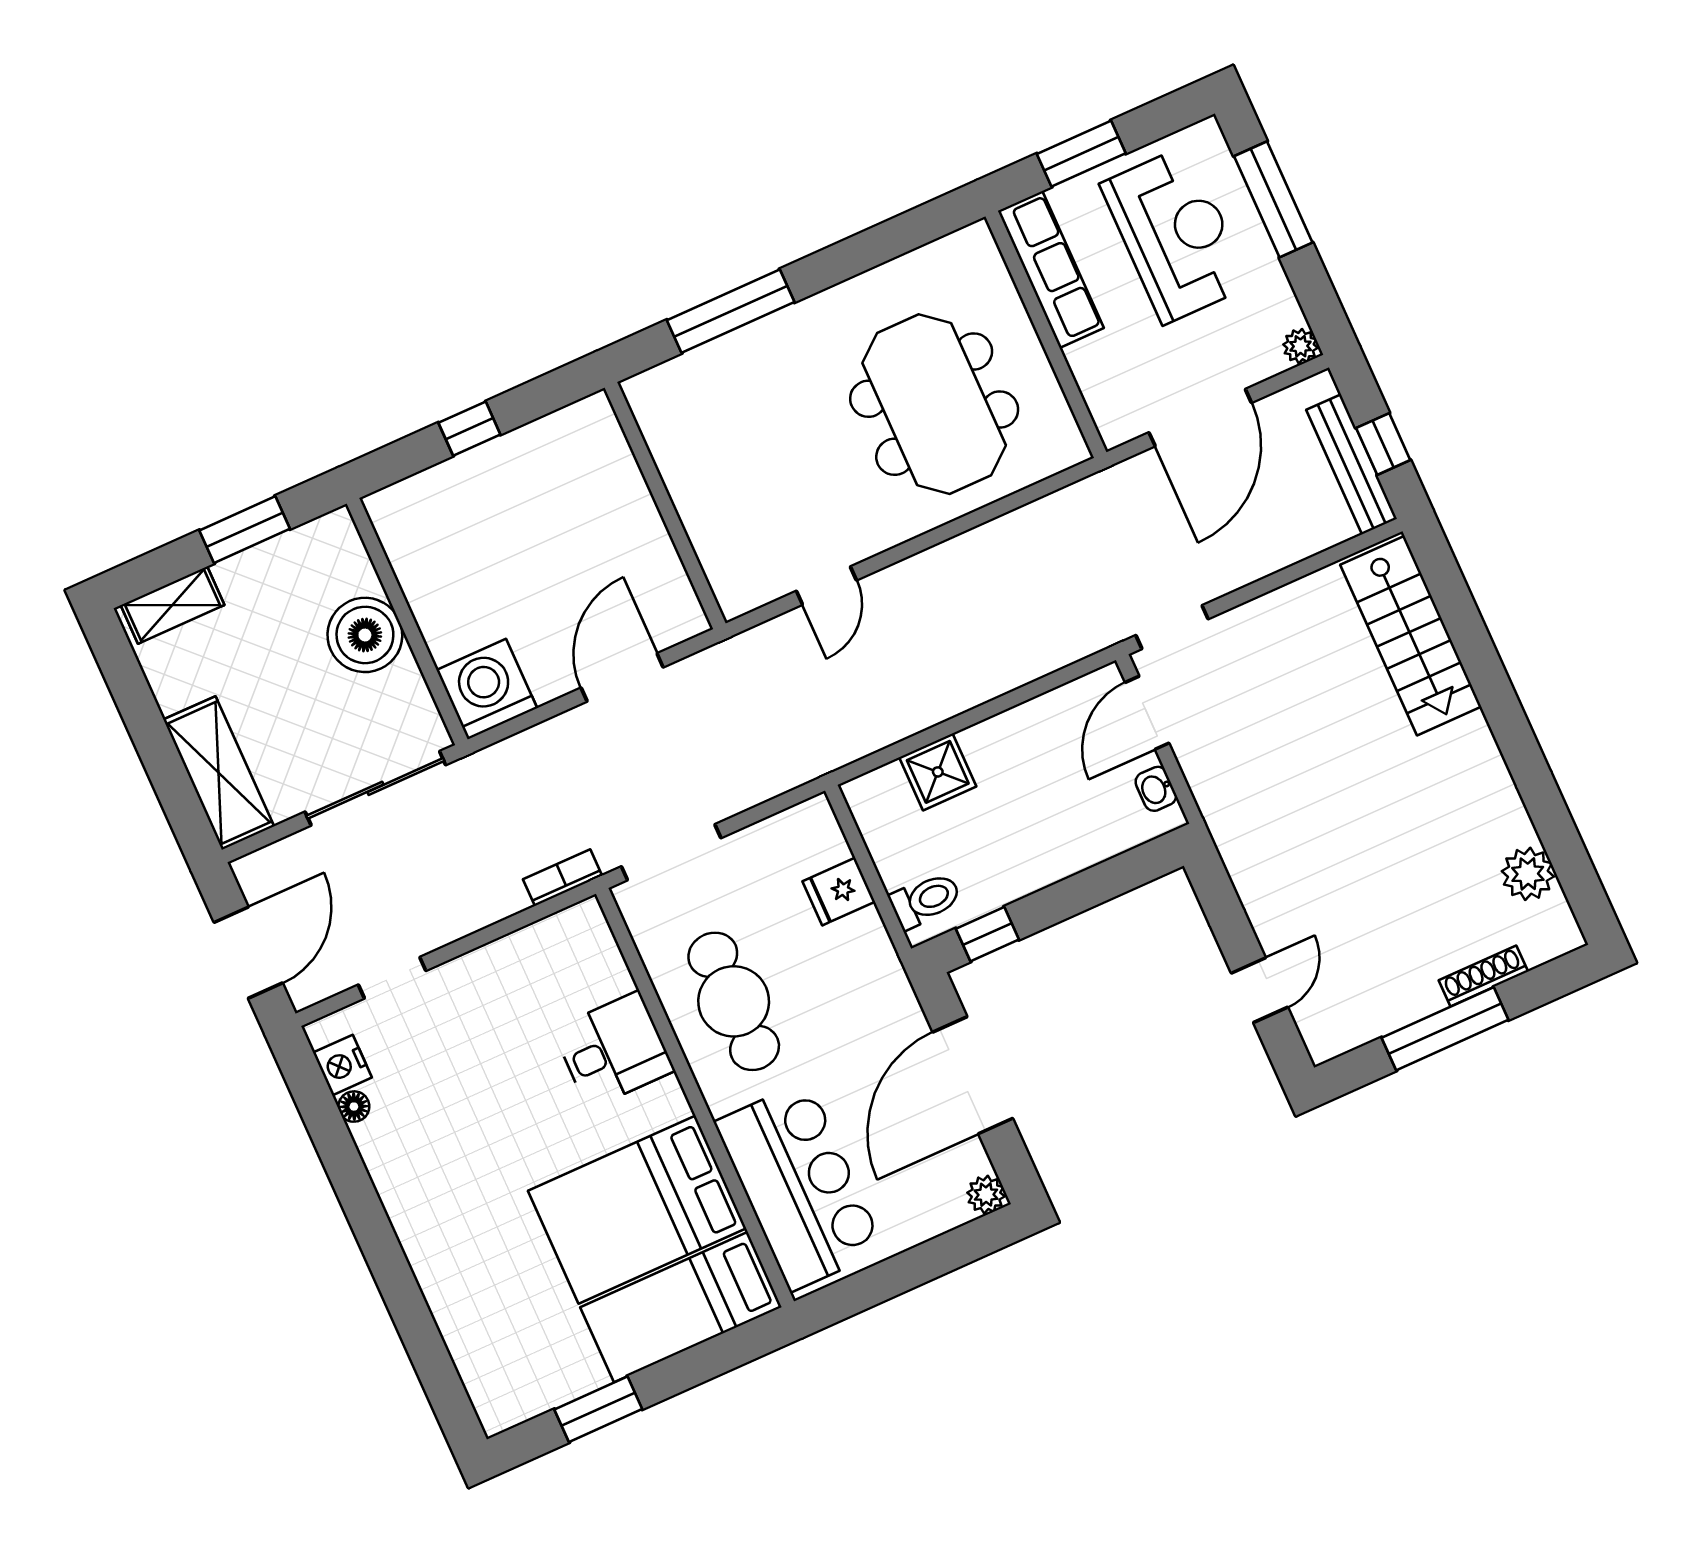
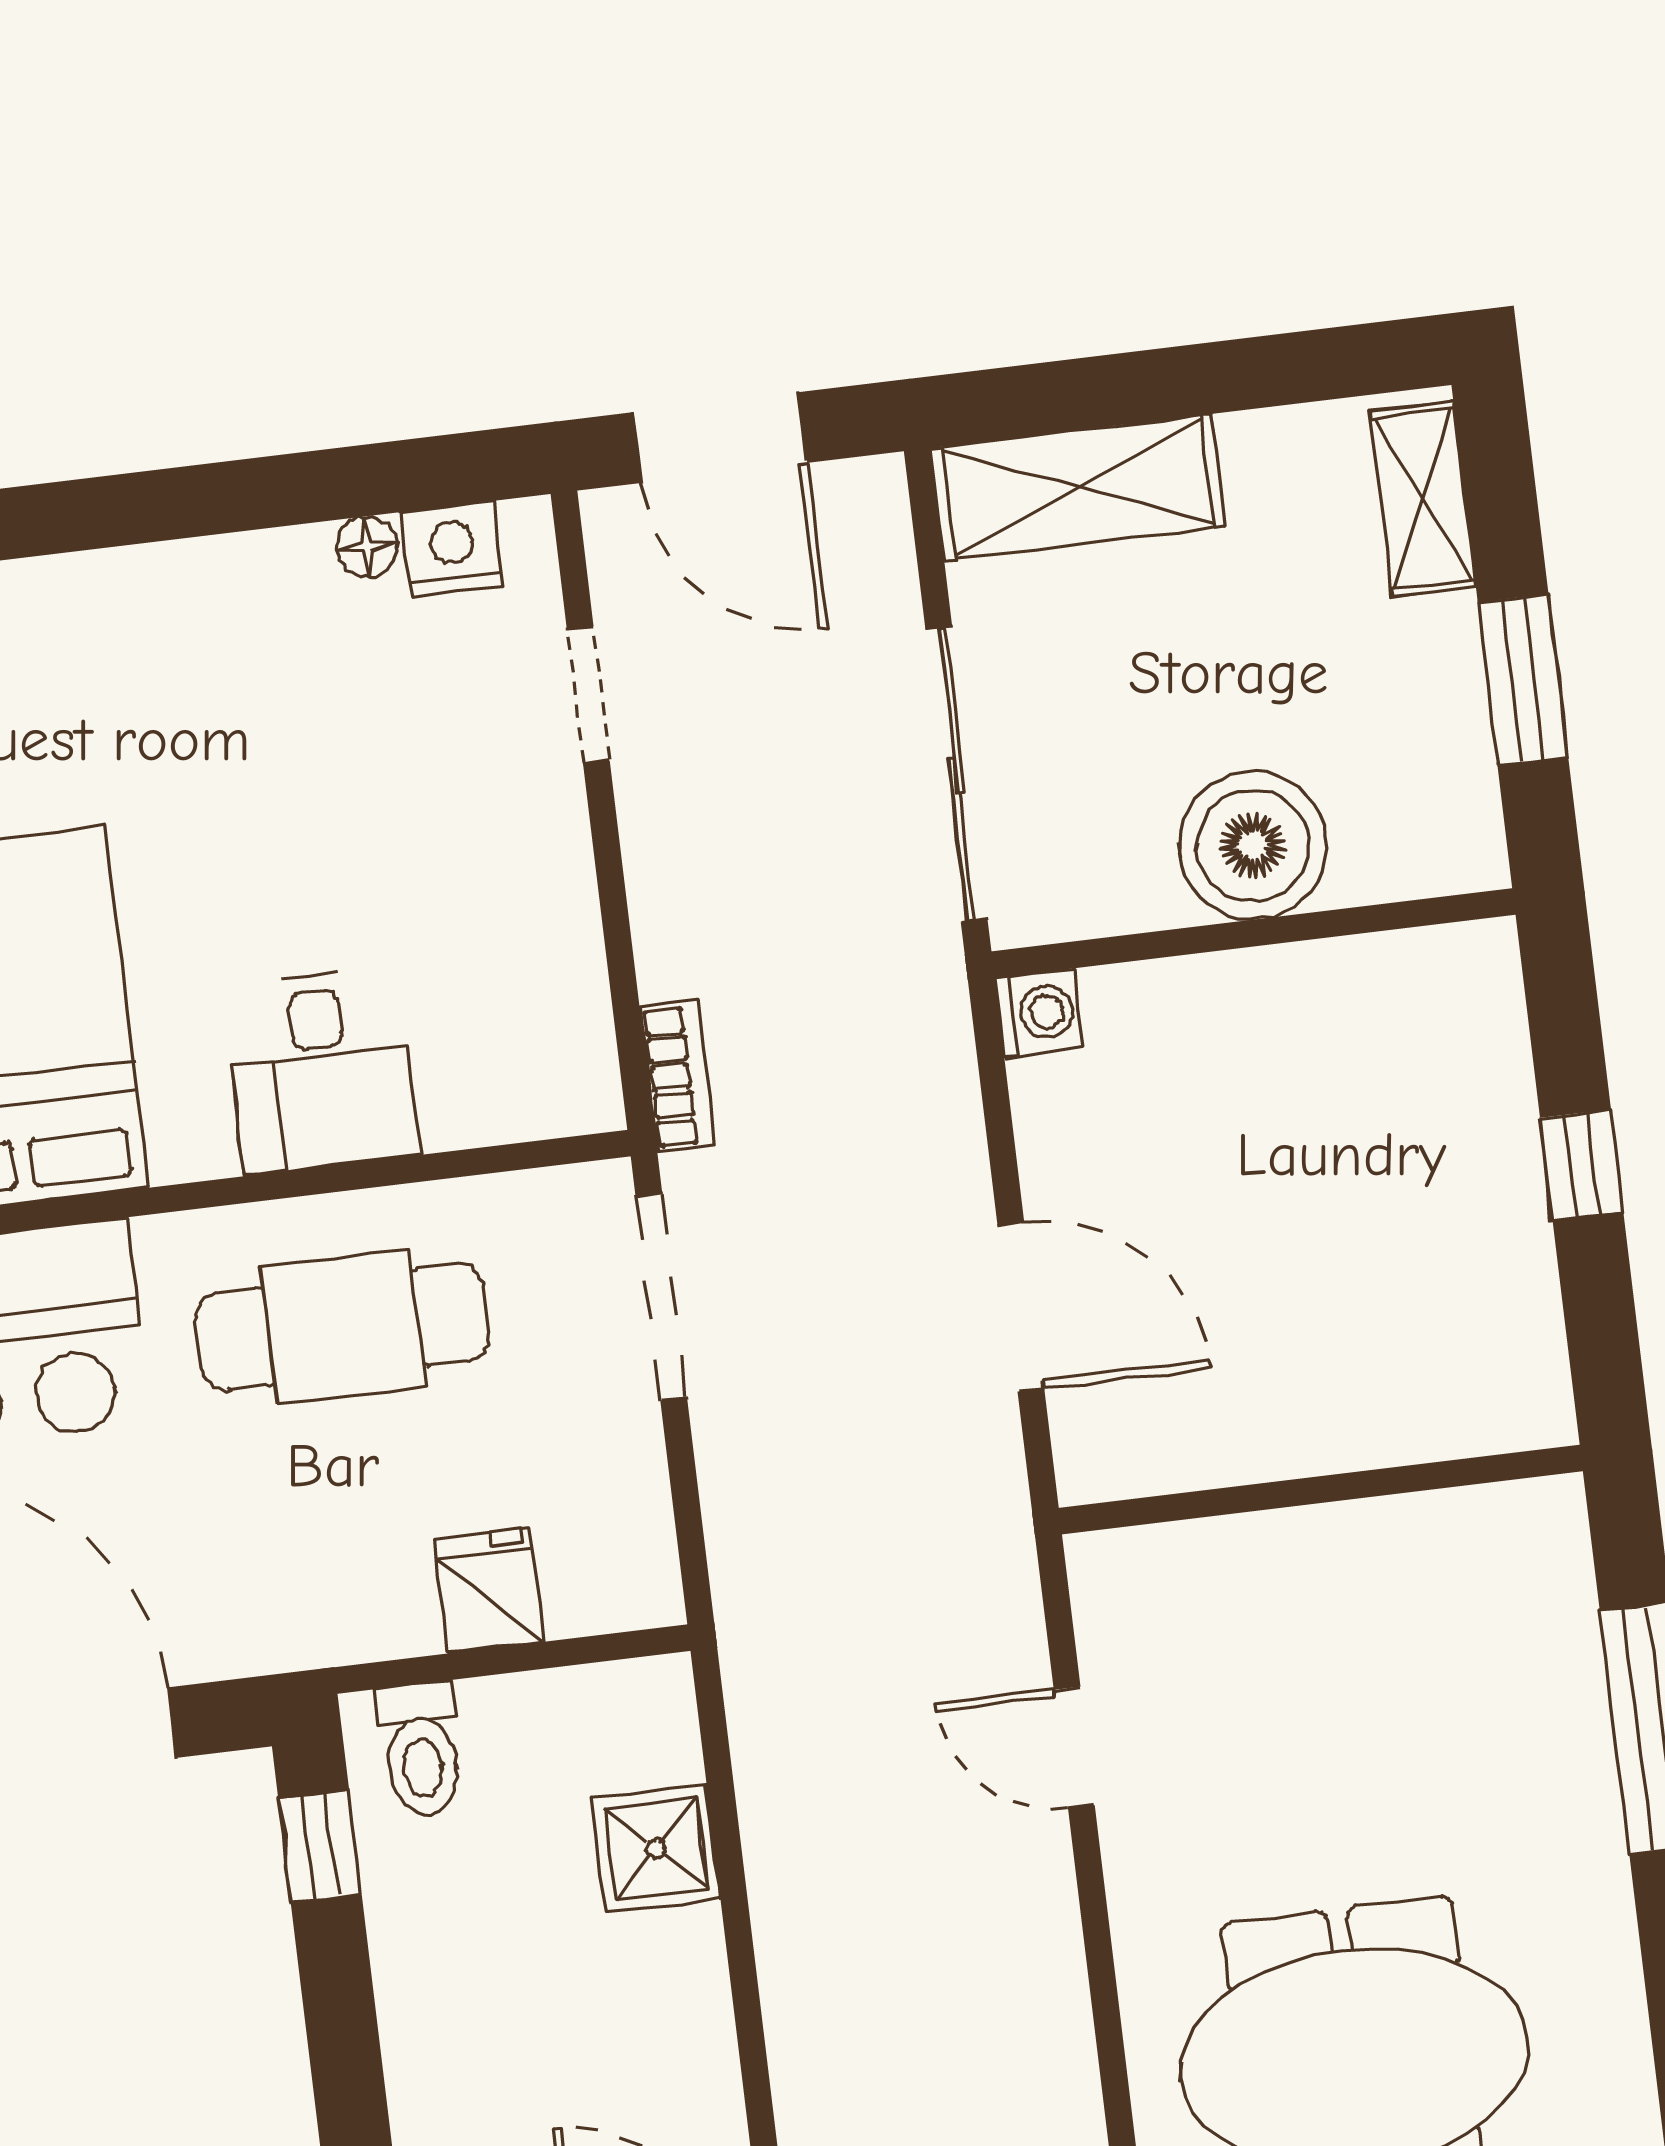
washing machine: (487, 689) -> (1039, 1013), width x0.53, depth x0.53

